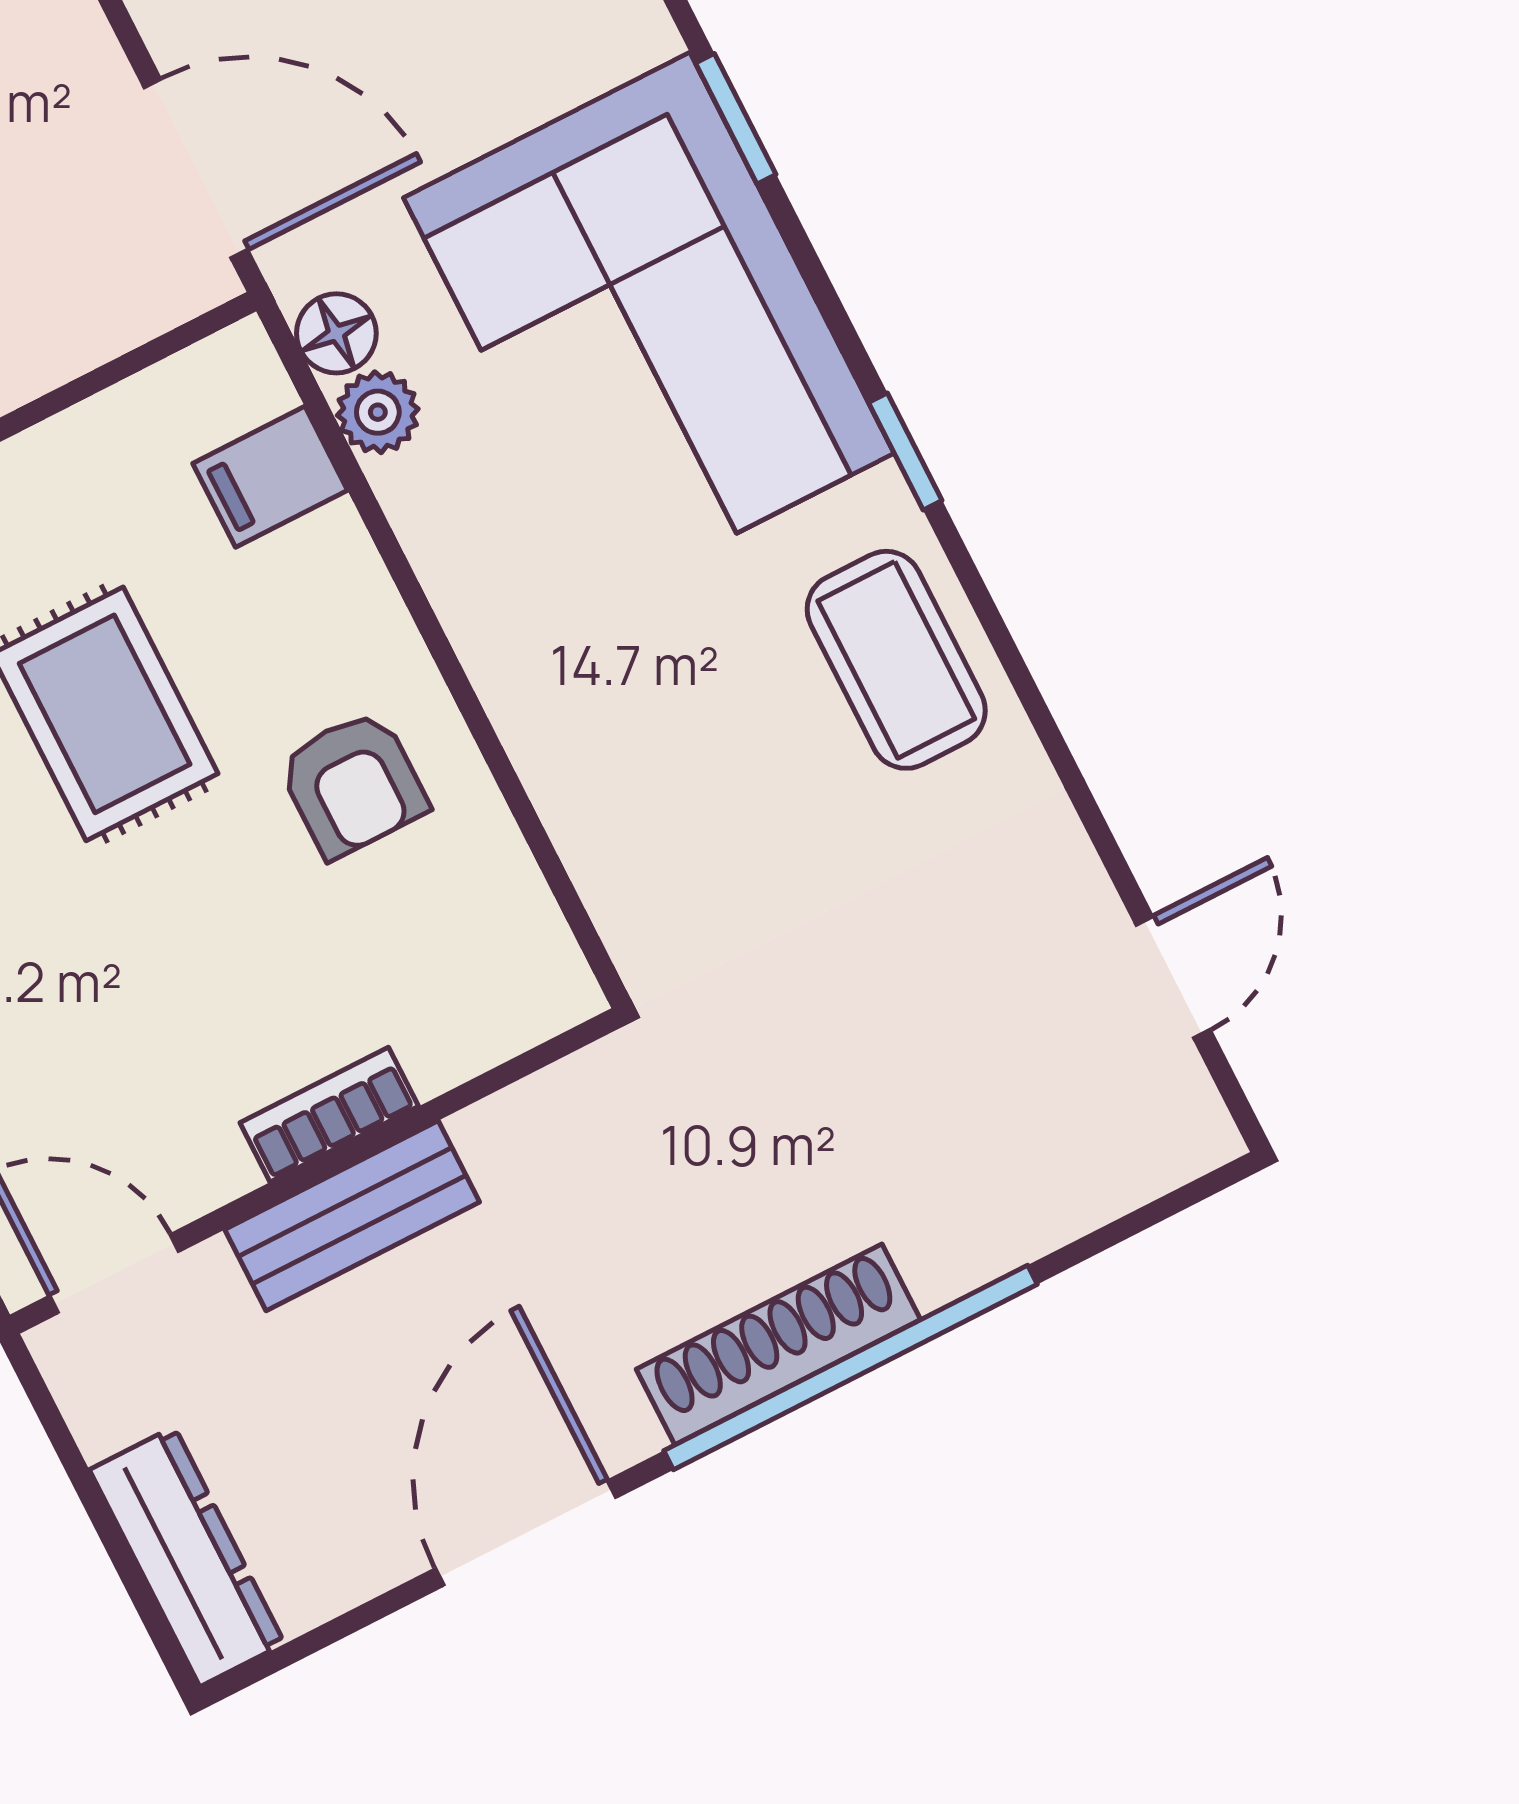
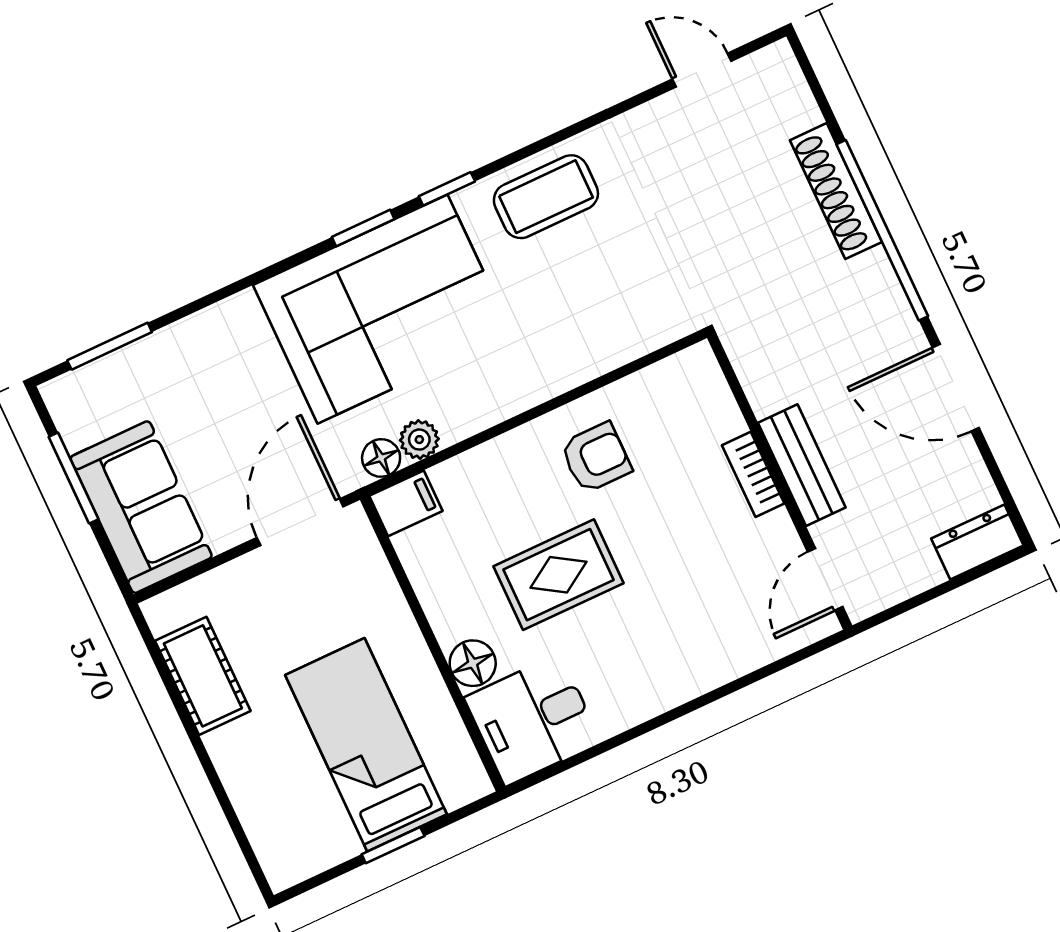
window: (736, 119) -> (363, 228), moved
filing cabinet: (270, 477) -> (406, 503), moved, turned -90
shoe rack: (778, 1344) -> (836, 191), moved
dresser: (187, 1557) -> (977, 542), width x0.70

